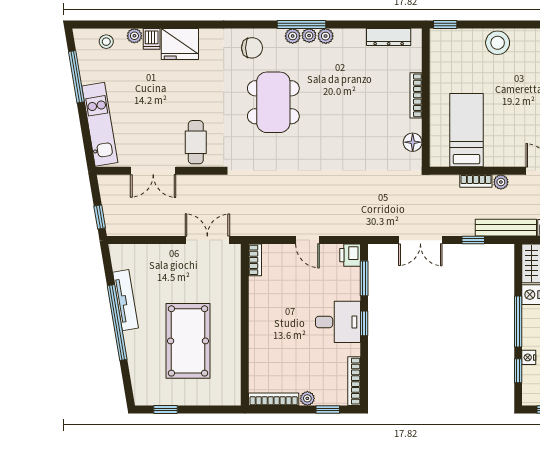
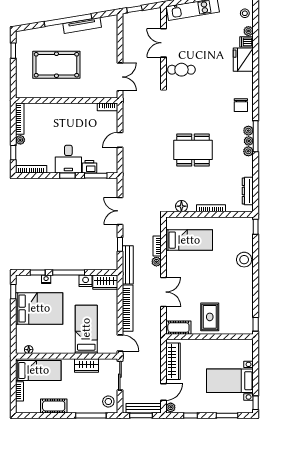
dining table: (273, 102) -> (193, 150), moved
printer: (350, 255) -> (89, 167), moved

